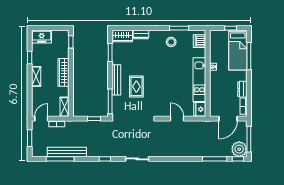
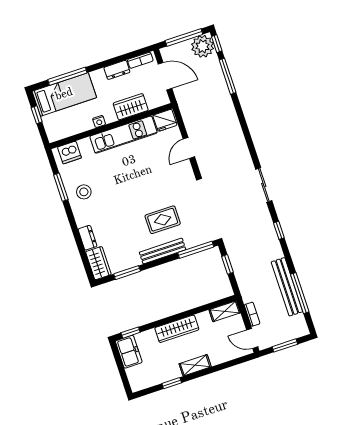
freezer: (42, 37) -> (129, 352), moved
wardrobe: (216, 90) -> (131, 107), added

